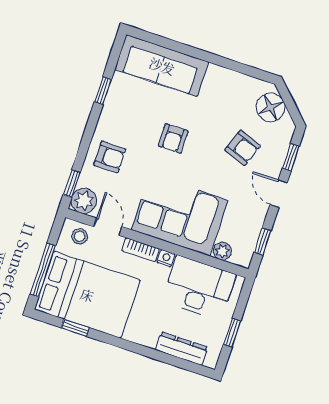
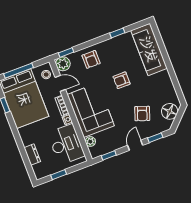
door: (108, 227) -> (60, 83), hinge flipped
dresser: (182, 349) -> (32, 155), width x0.70

